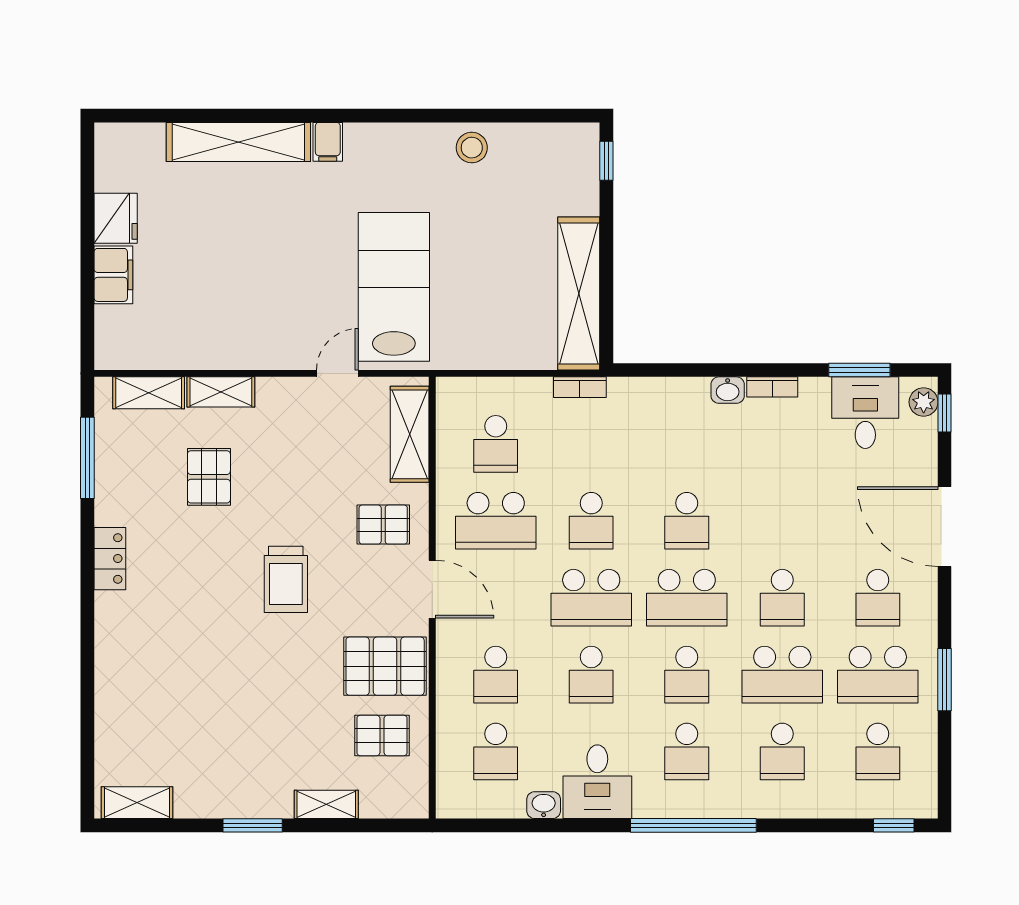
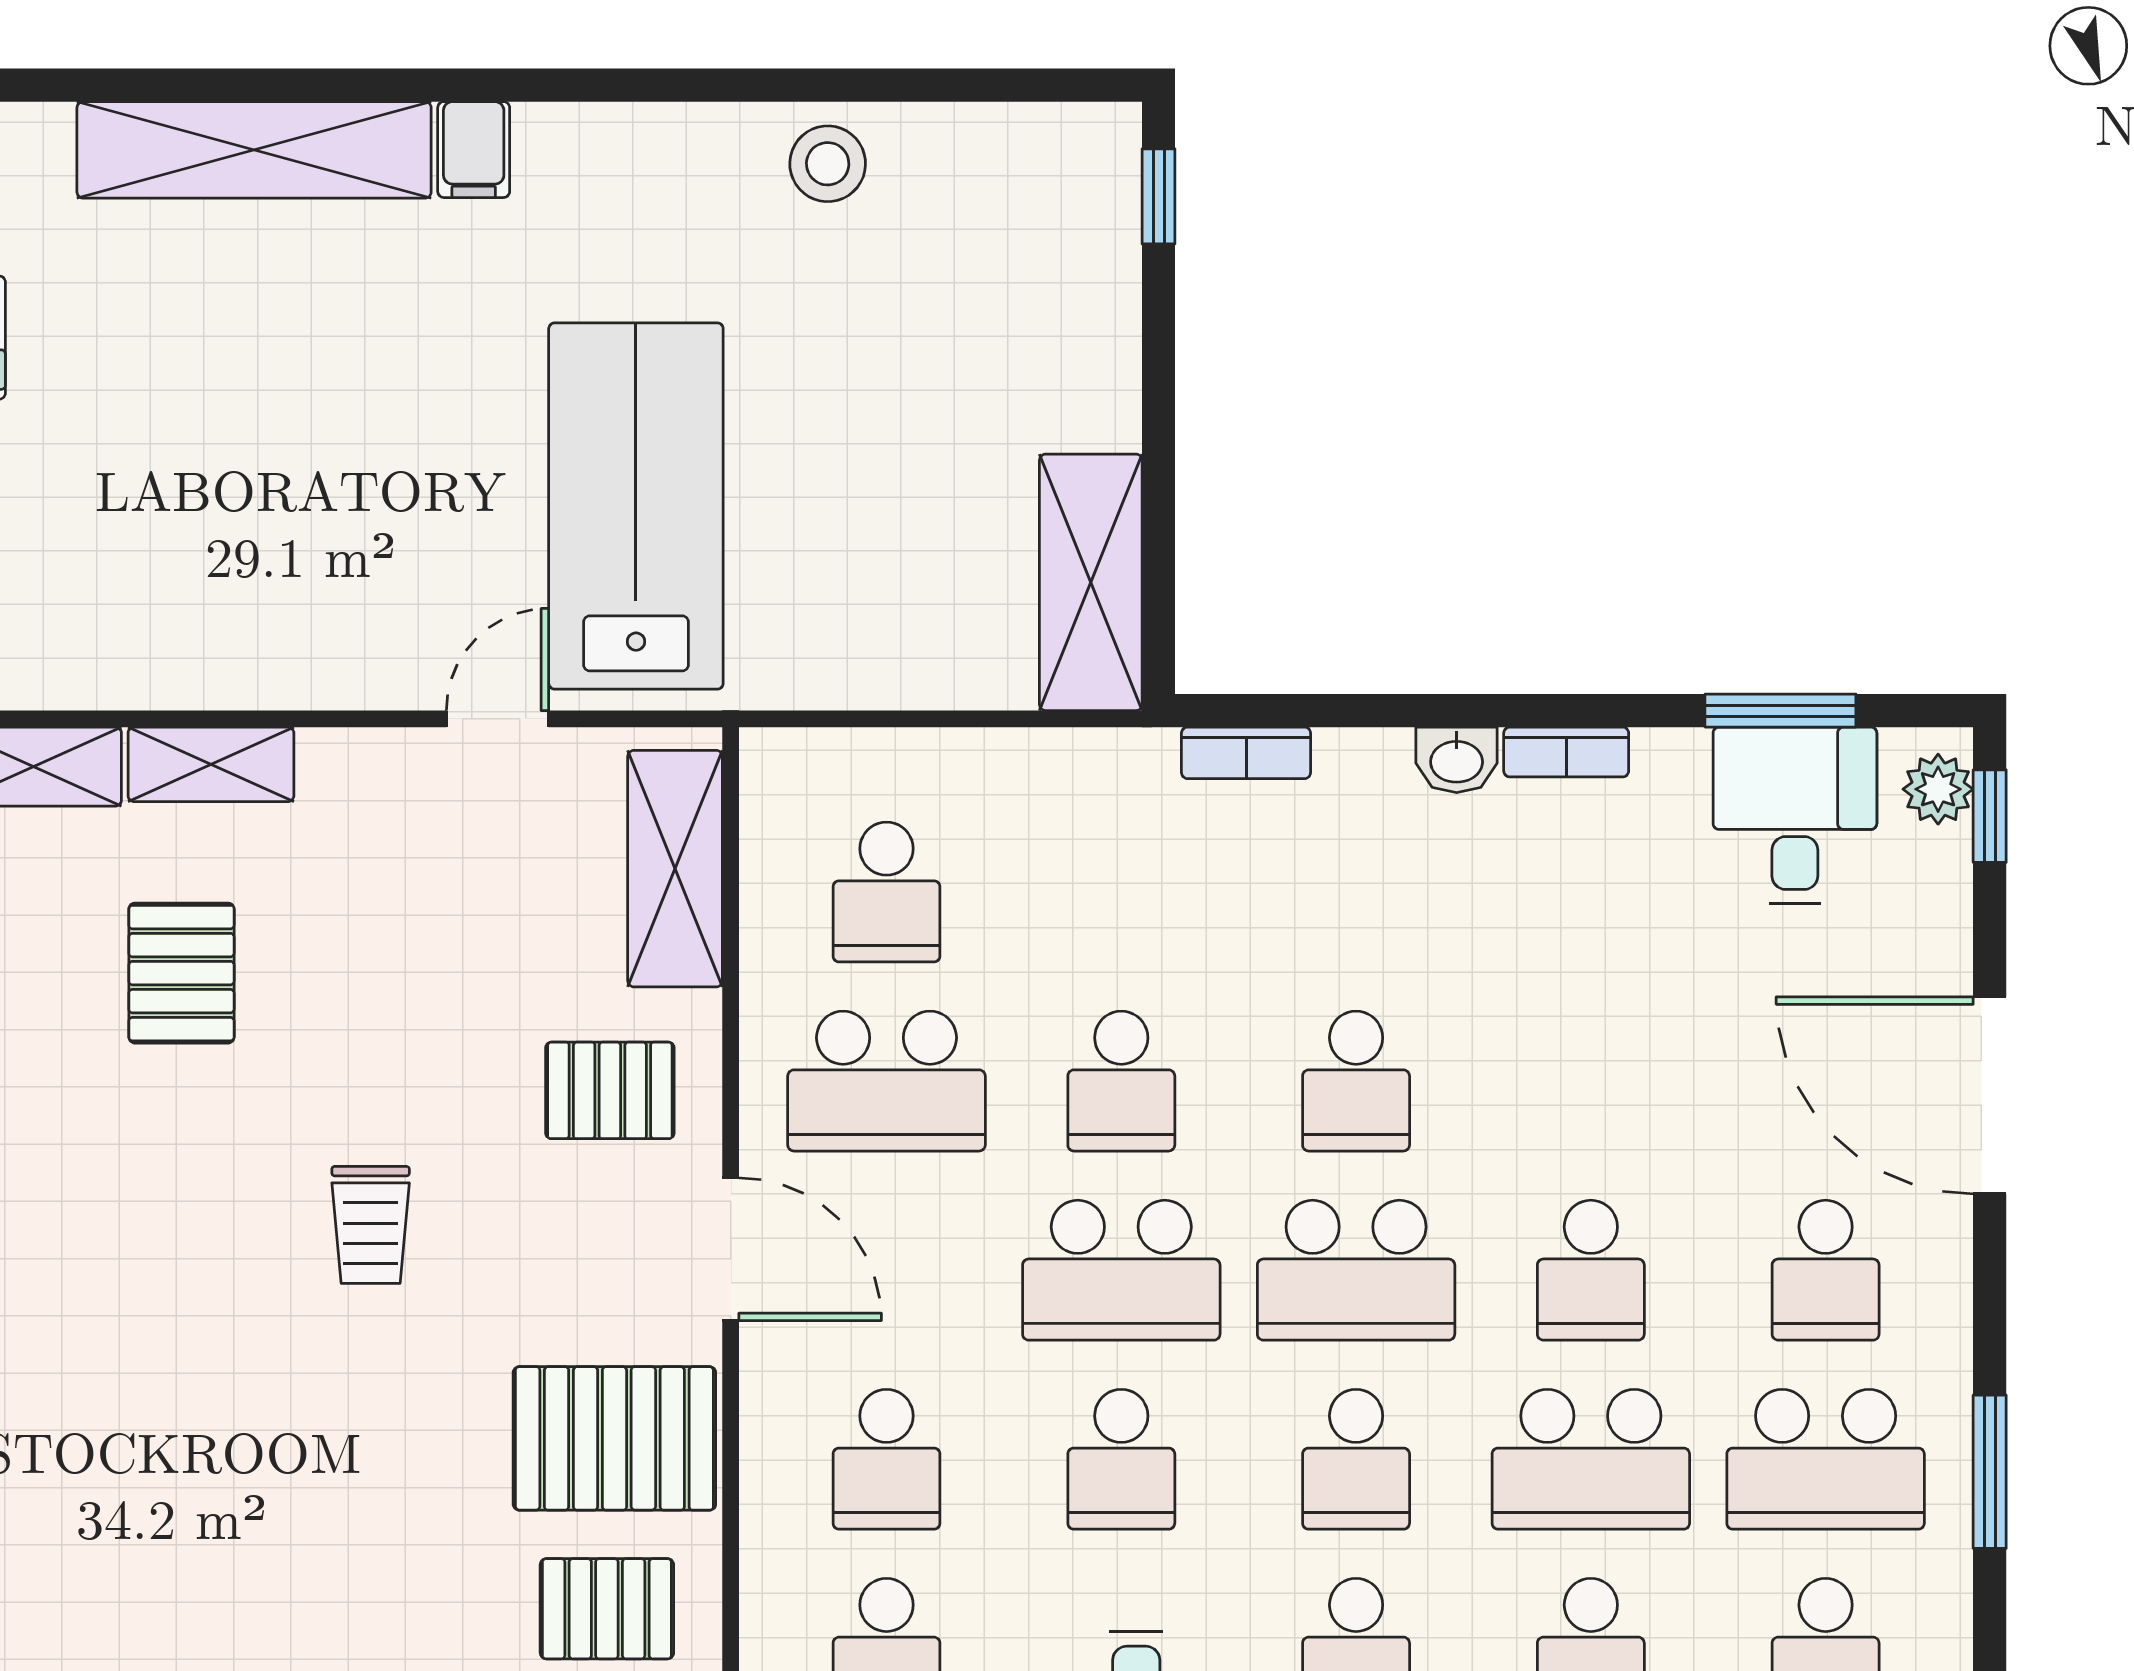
shelving: (579, 294) -> (1091, 582), width x0.68
bookcase: (580, 387) -> (1246, 753), moved
trolley: (286, 579) -> (371, 1225), width x0.73, depth x0.72

